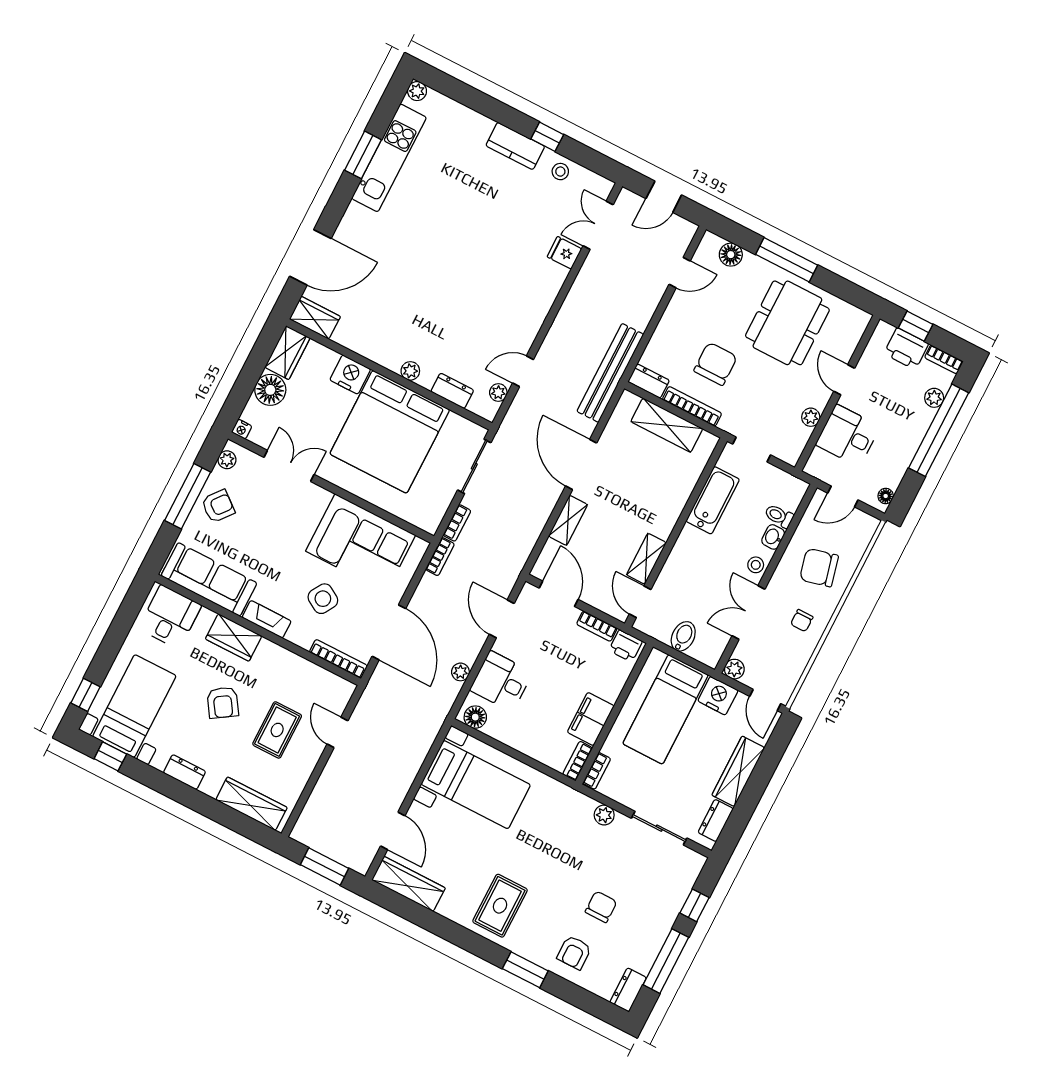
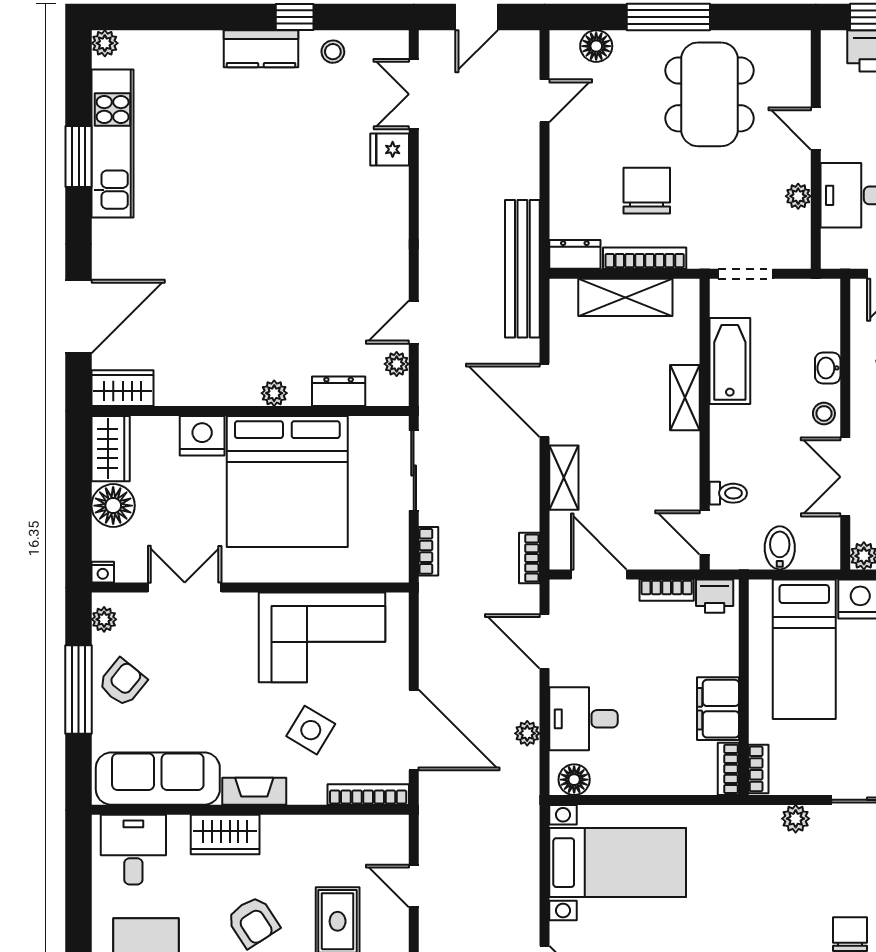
toilet: (779, 516) -> (728, 493), moved, turned 180
bookcase: (440, 557) -> (529, 558), moved, turned 180
shelving: (646, 559) -> (685, 398), moved

